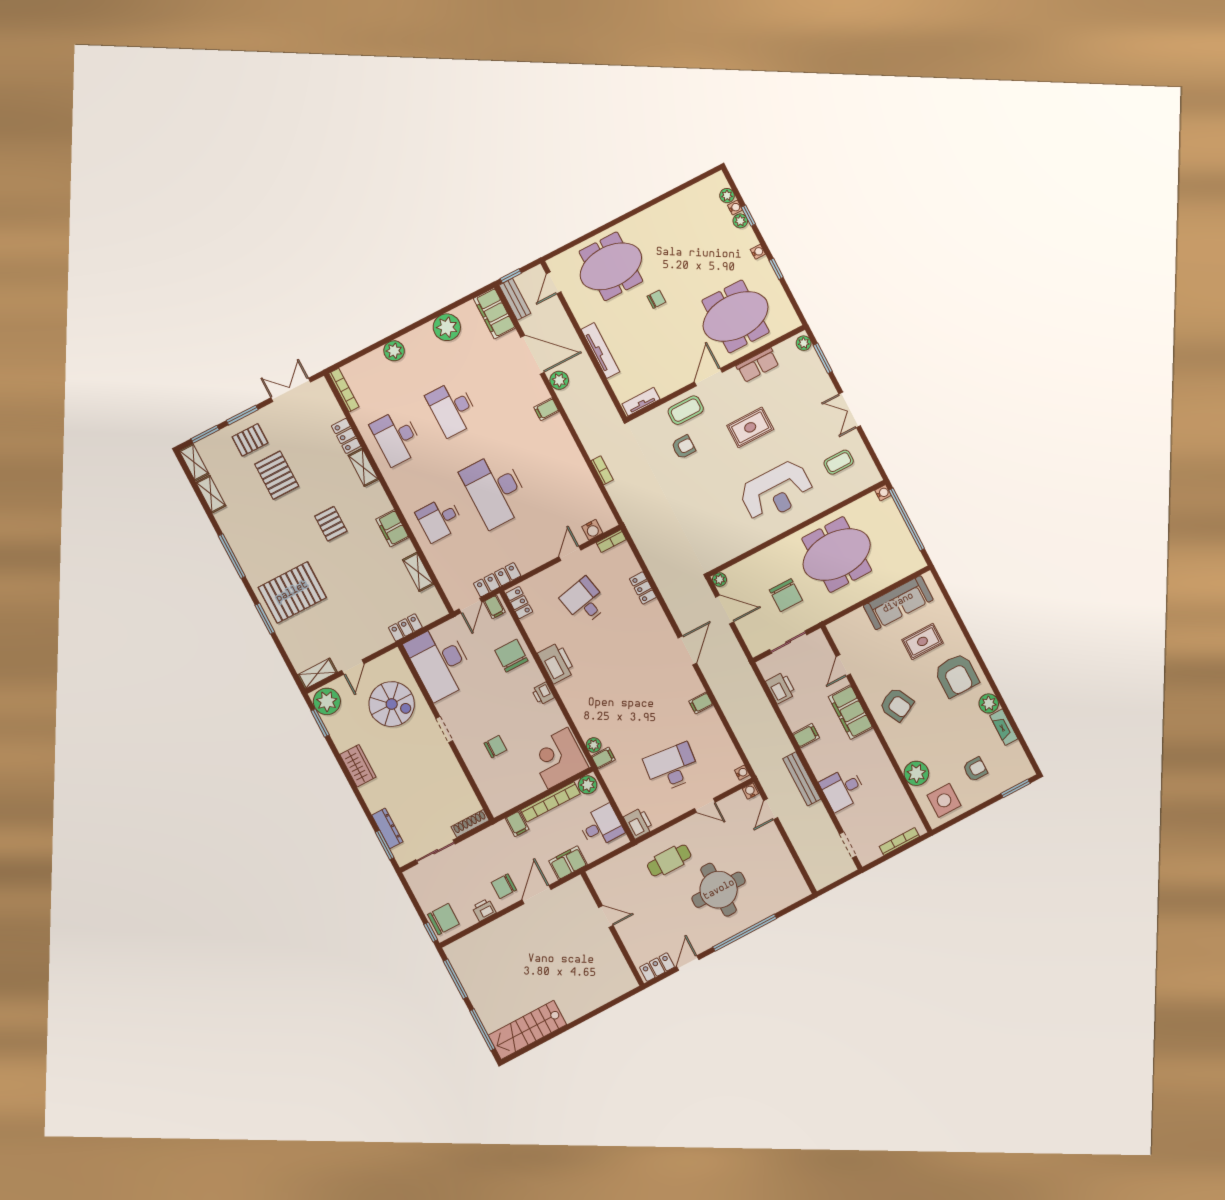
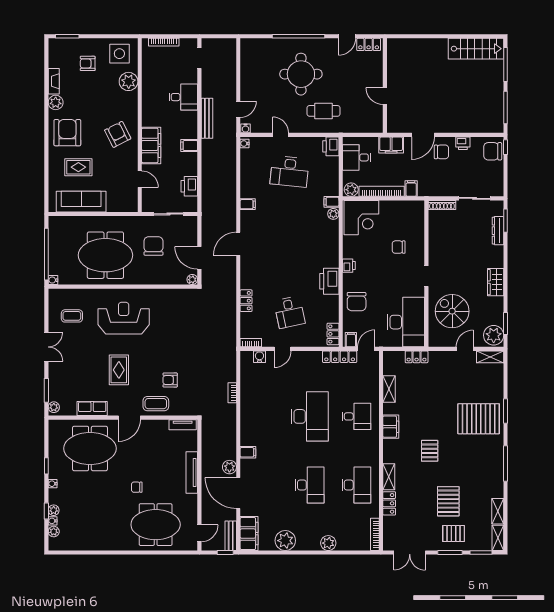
rug: (750, 427) -> (119, 370), turned 90
door: (843, 665) -> (140, 179), hinge flipped

